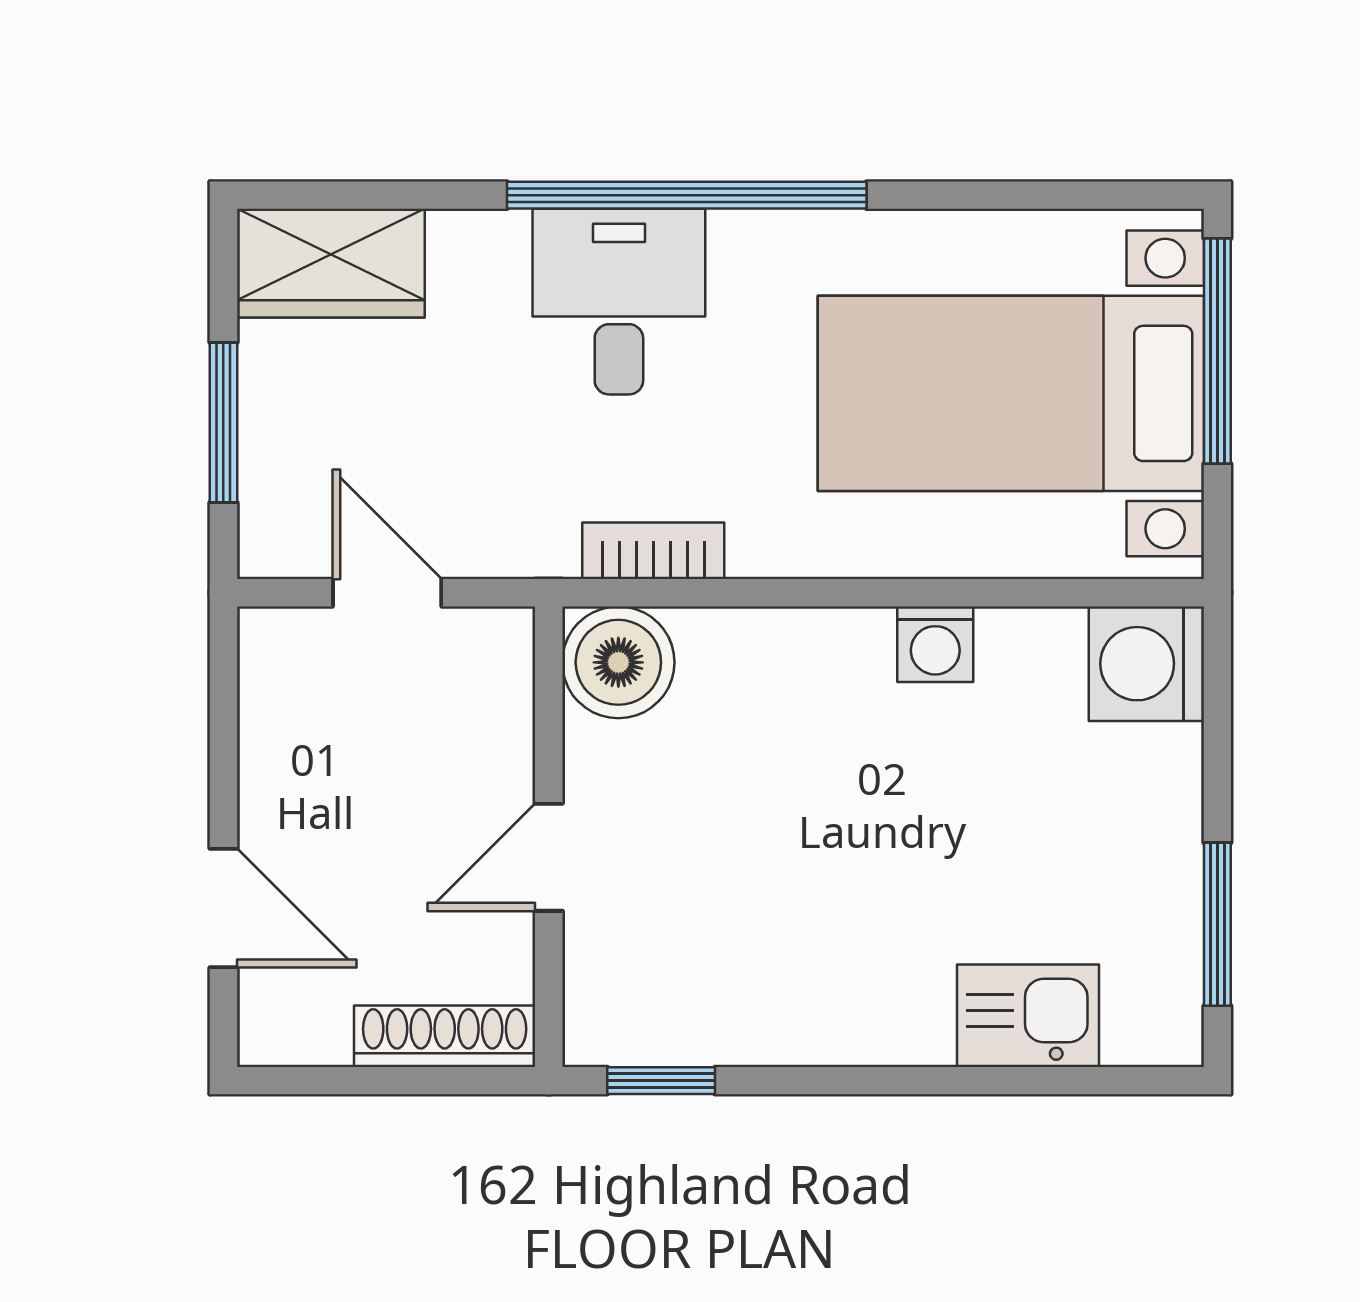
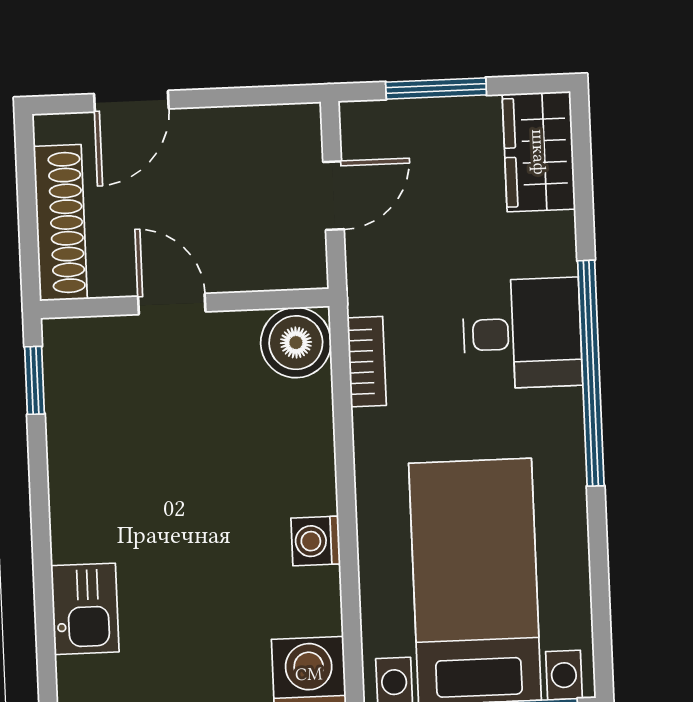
shoe rack: (445, 1036) -> (60, 223), width x1.36, depth x1.24

